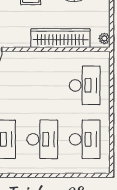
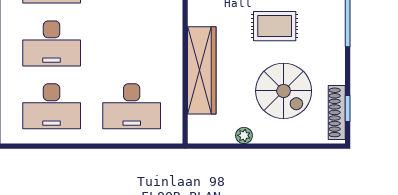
plant: (104, 38) -> (244, 135), moved

